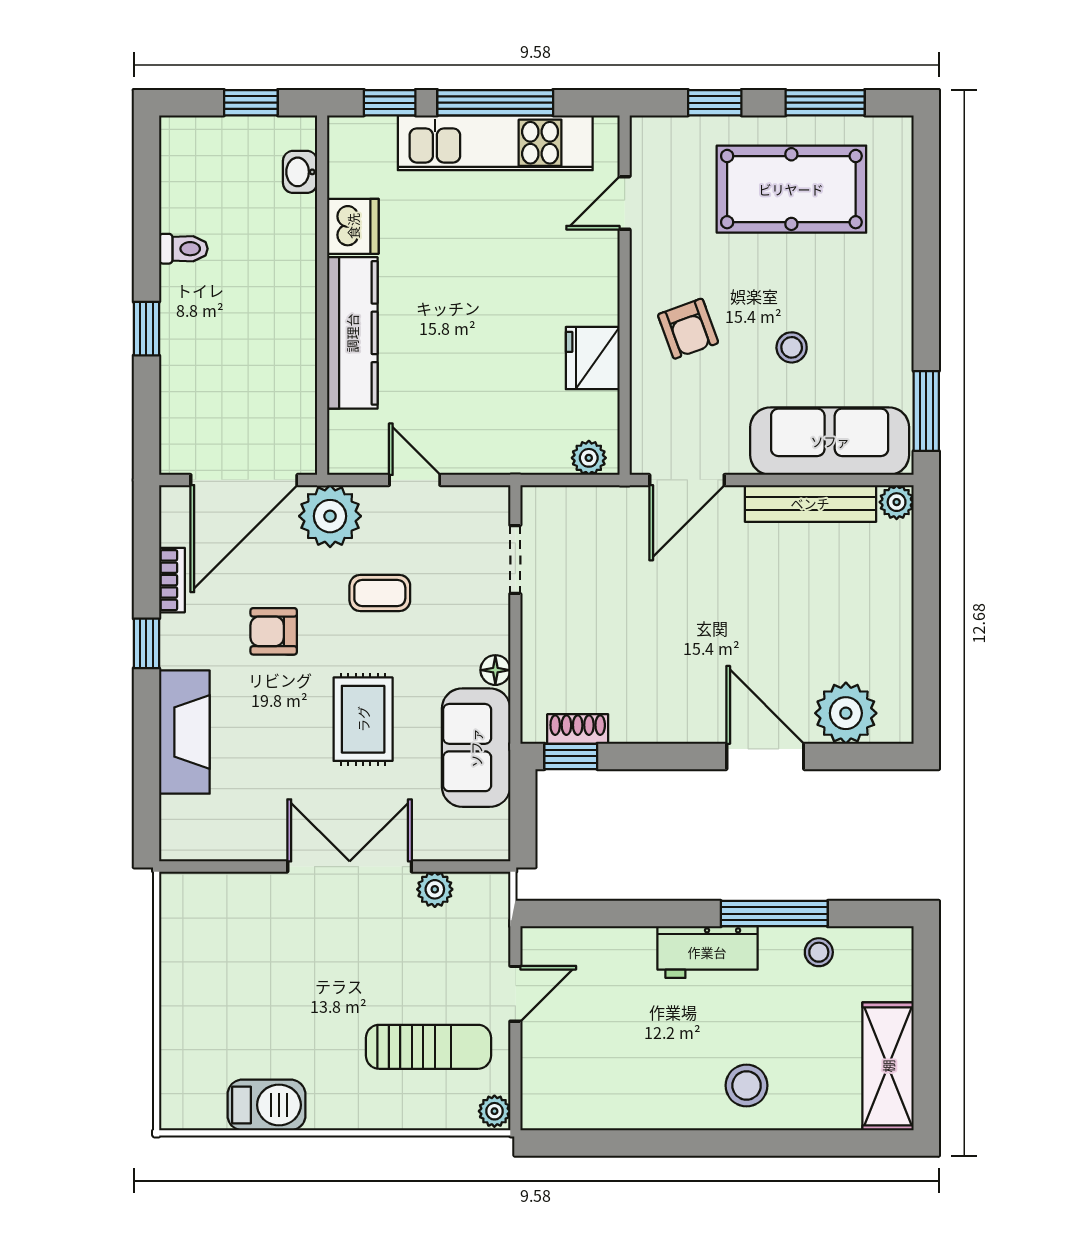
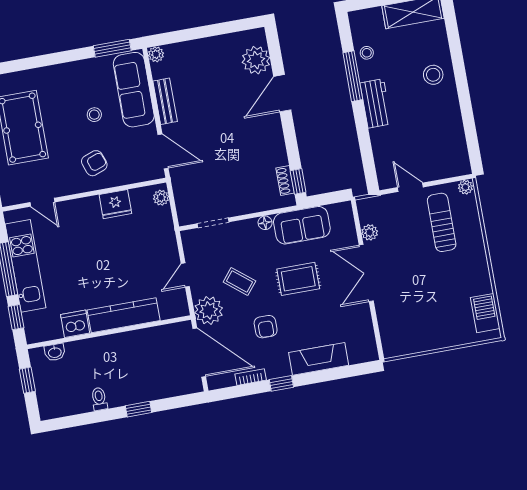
bench: (810, 503) -> (165, 101), width x0.73
coffee table: (380, 593) -> (239, 282), turned -51
barbecue: (266, 1105) -> (485, 313), moved

